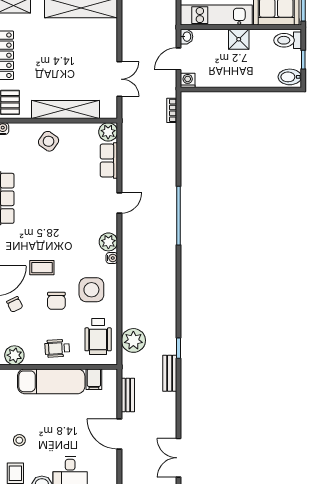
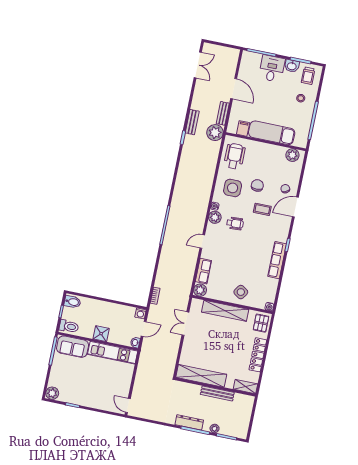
plant: (133, 340) -> (215, 133), moved
wheelchair: (57, 348) -> (235, 223), moved

